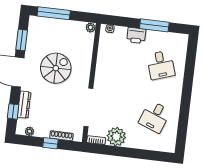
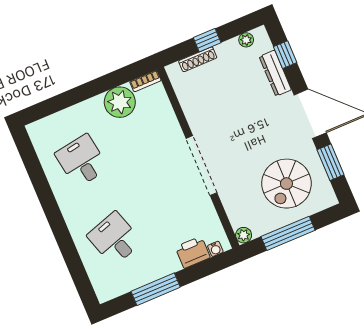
window: (54, 13) -> (288, 233), moved
printer: (136, 35) -> (193, 252), moved
spiral stairs: (56, 68) -> (286, 184), moved
doorway: (88, 107) -> (201, 166), moved
desk: (155, 117) -> (82, 161), turned -30

